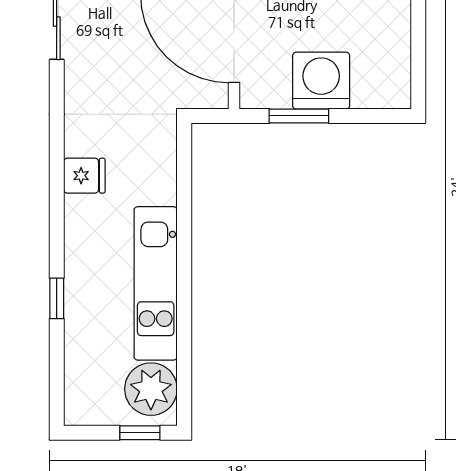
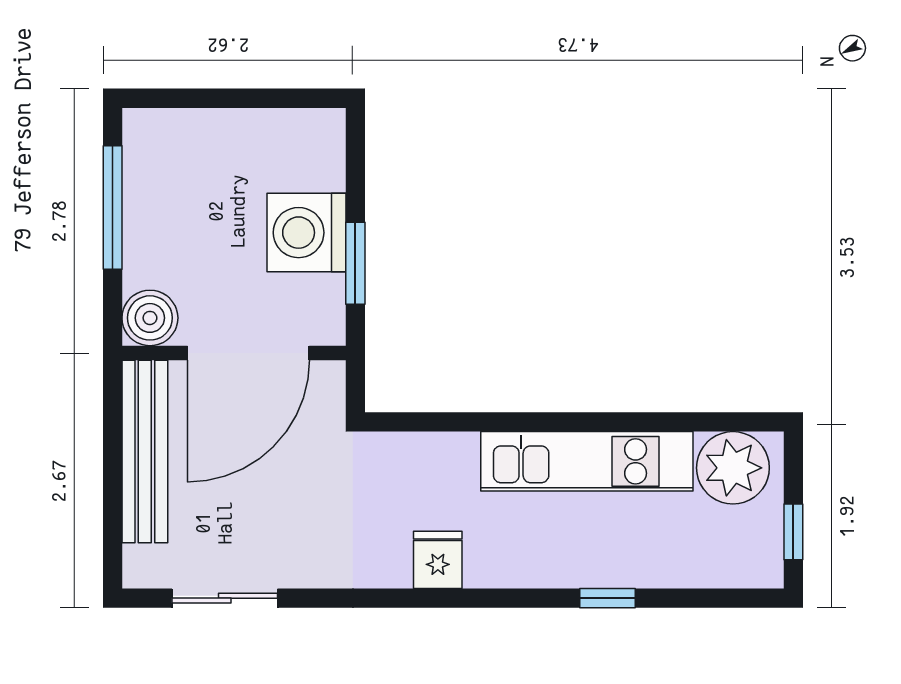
window: (140, 433) -> (793, 532), moved

